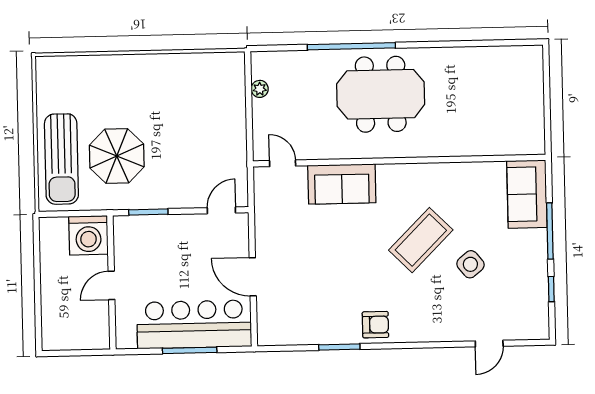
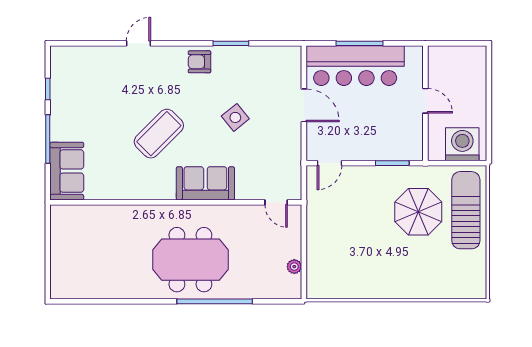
sofa: (342, 184) -> (205, 183), moved
washing machine: (88, 235) -> (462, 144), moved
side table: (470, 264) -> (235, 117), moved
door: (111, 285) -> (425, 101), hinge flipped
door: (489, 344) -> (138, 43), moved

